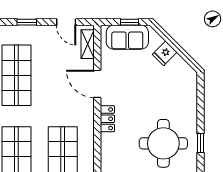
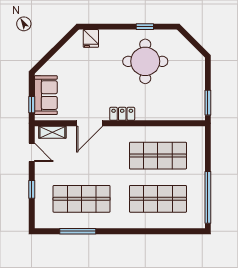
door: (66, 22) -> (32, 152), hinge flipped
window: (130, 22) -> (32, 105), moved
fridge: (165, 53) -> (91, 38), moved, turned 45

